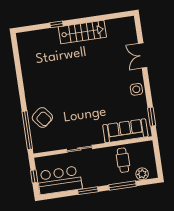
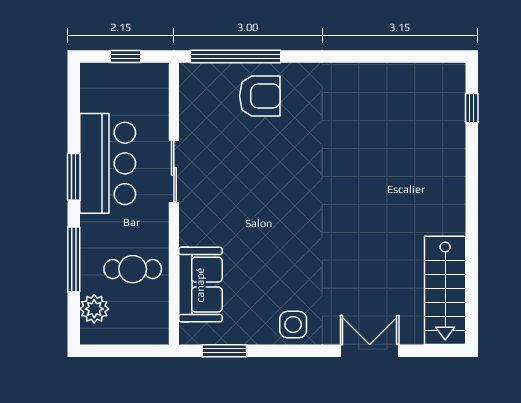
window: (57, 24) -> (472, 108), moved
stairs: (82, 32) -> (445, 290), moved
armchair: (42, 117) -> (260, 96), turned -141
sofa: (125, 131) -> (200, 285), width x0.73
bar counter: (60, 180) -> (108, 163), moved

